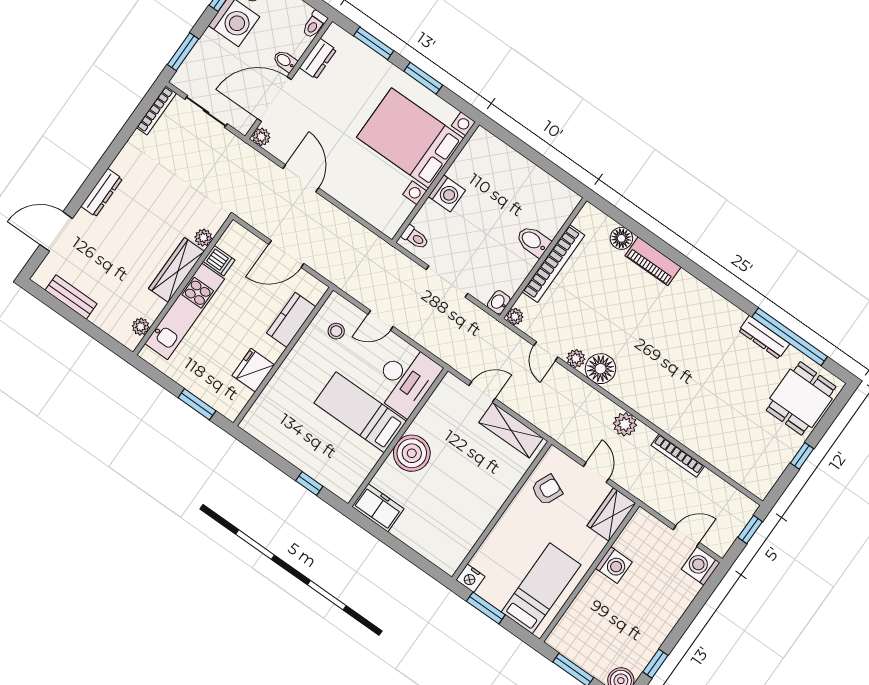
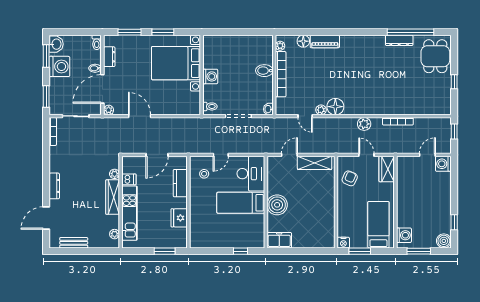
plant: (515, 316) -> (280, 46), moved
washing machine: (614, 565) -> (404, 235), moved

